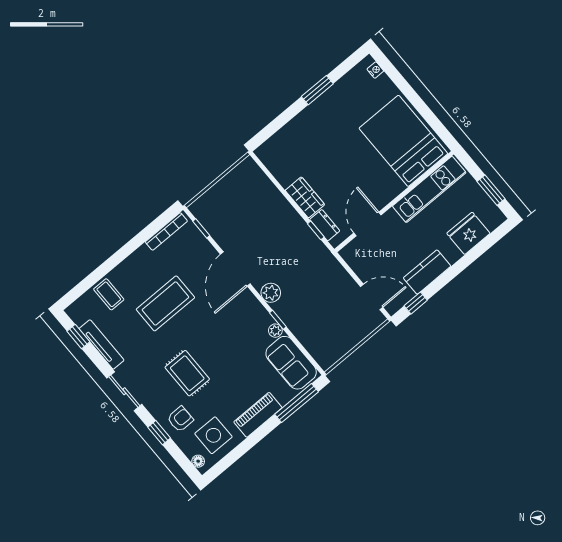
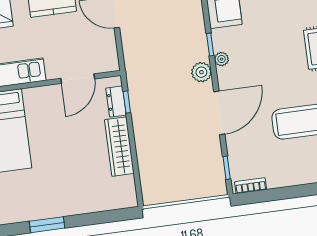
wardrobe: (305, 197) -> (119, 147), width x1.50
bookcase: (166, 231) -> (251, 186), width x0.64
plant: (275, 331) -> (222, 59), moved

